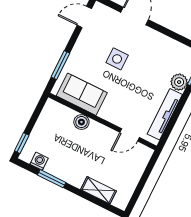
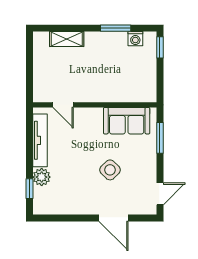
side table: (117, 59) -> (110, 170), turned 45
boiler: (81, 122) -> (114, 95), removed
door: (130, 135) -> (63, 105), swing flipped

